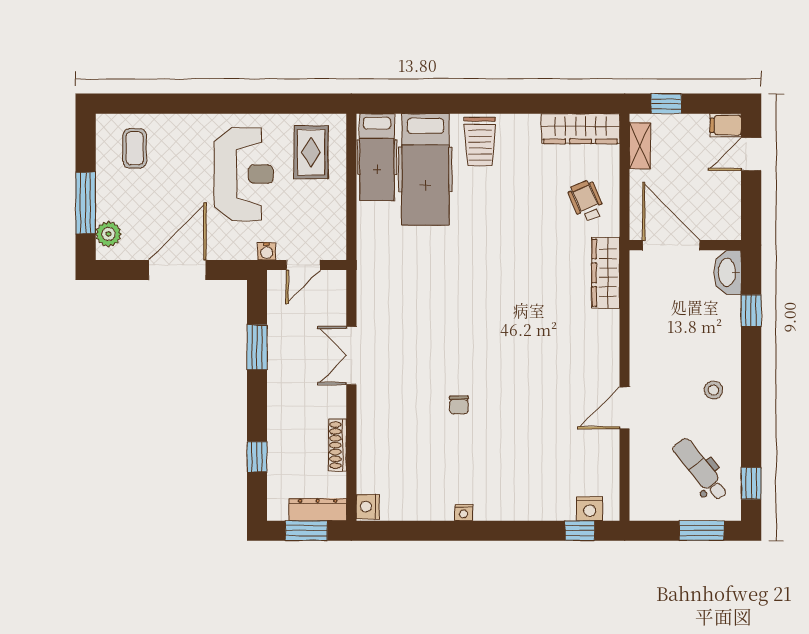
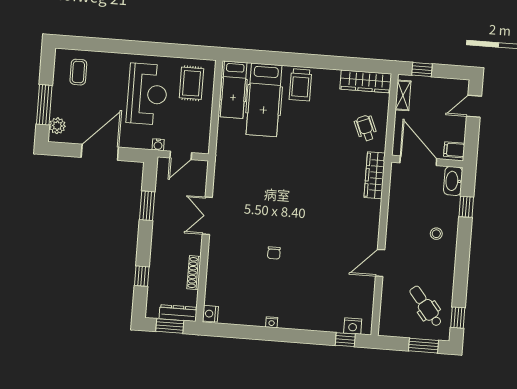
filing cabinet: (726, 125) -> (454, 150), moved
stool: (713, 390) -> (436, 234), moved

